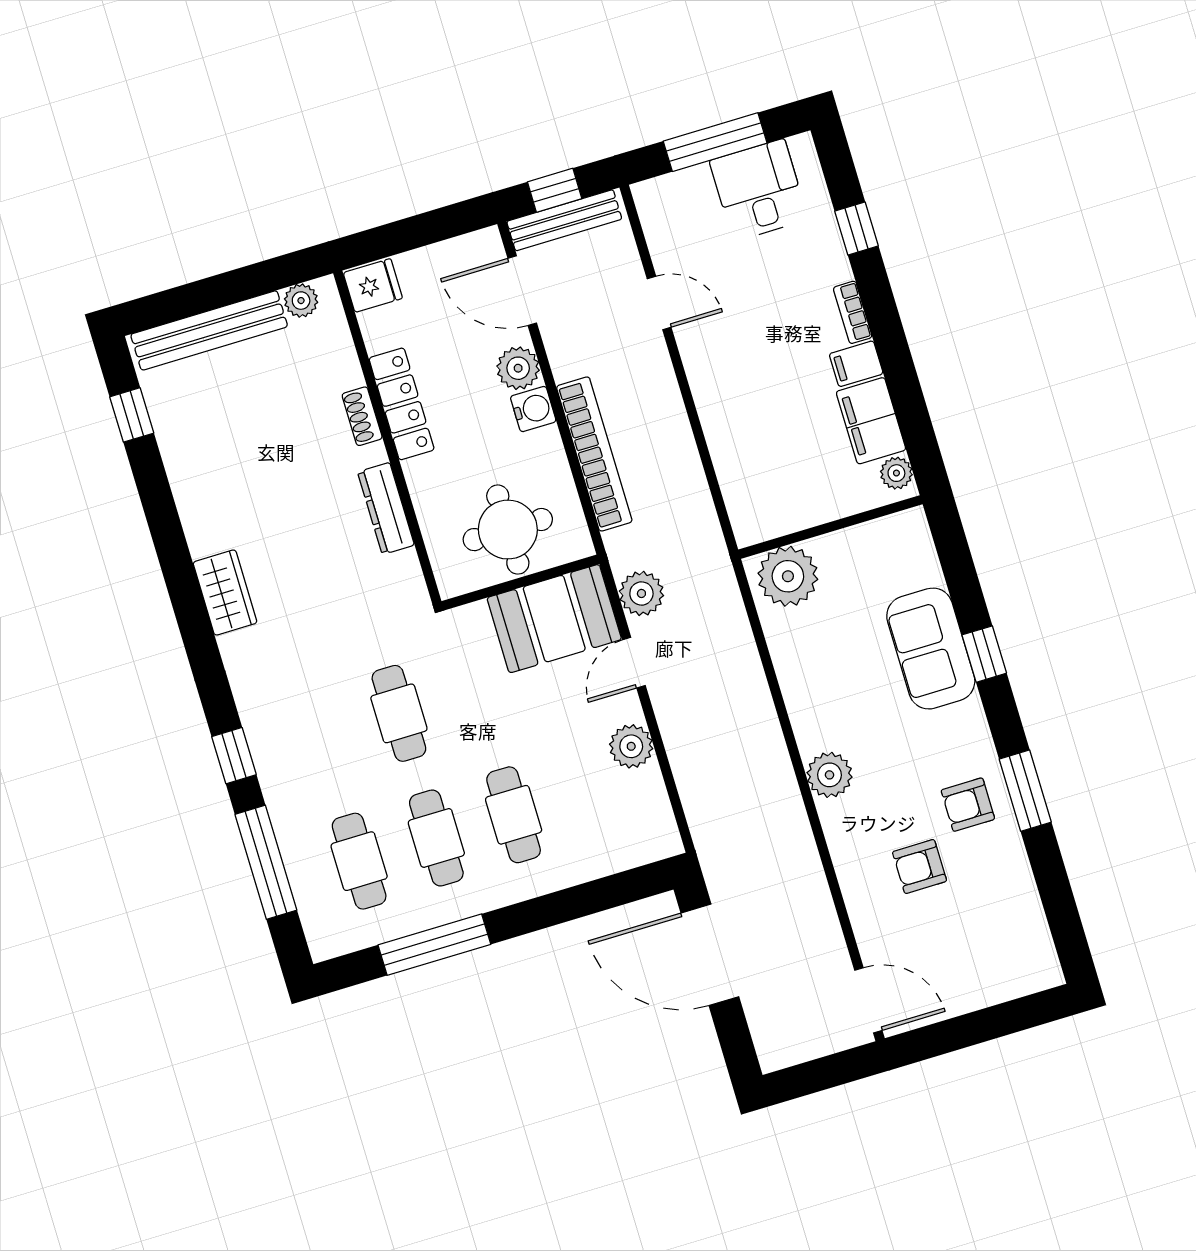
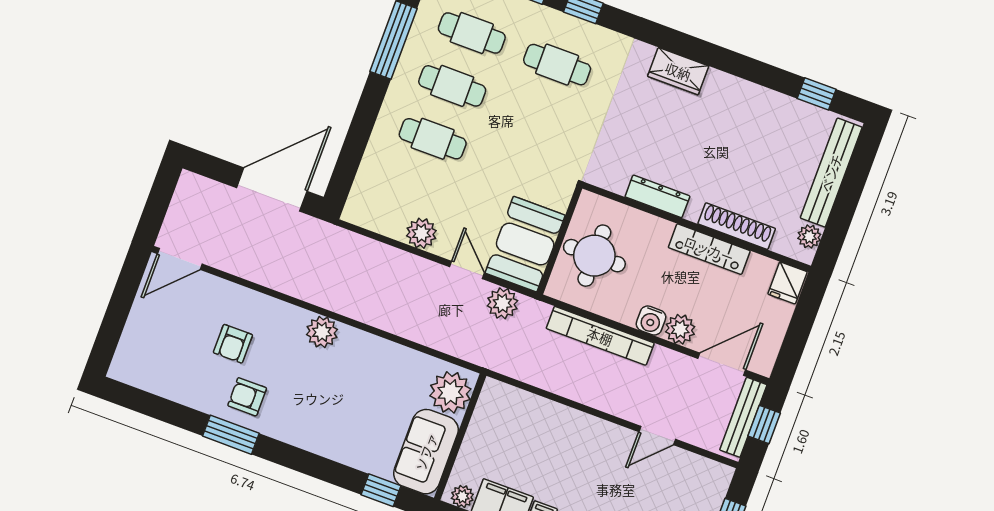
shoe rack: (362, 416) -> (737, 226), width x1.94, depth x1.24
sofa: (931, 649) -> (426, 452), moved, turned -90
window: (984, 654) -> (381, 490), moved
cafe table: (399, 713) -> (557, 65), moved
armchair: (968, 805) -> (247, 397), turned -90
armchair: (920, 867) -> (233, 344), turned 180

